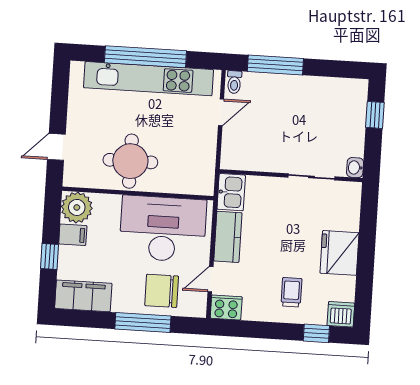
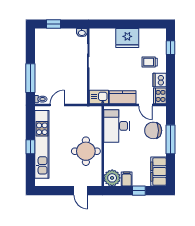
window: (145, 57) -> (30, 147), width x0.32
door: (221, 112) -> (57, 105), hinge flipped
desk: (163, 229) -> (117, 126), width x0.73, depth x0.77
chair: (162, 291) -> (153, 130), turned 90
dishwasher: (341, 314) -> (160, 80), moved

